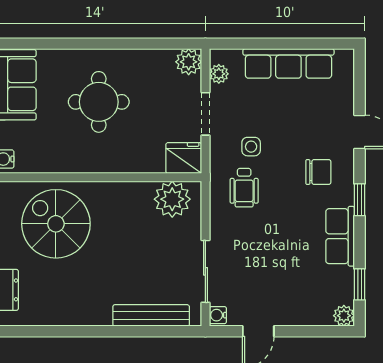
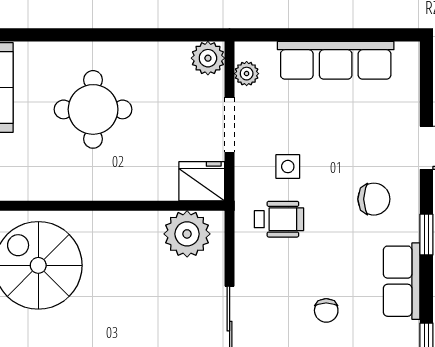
wheelchair: (244, 188) -> (279, 219), turned -90
chair: (281, 259) -> (326, 310), added

